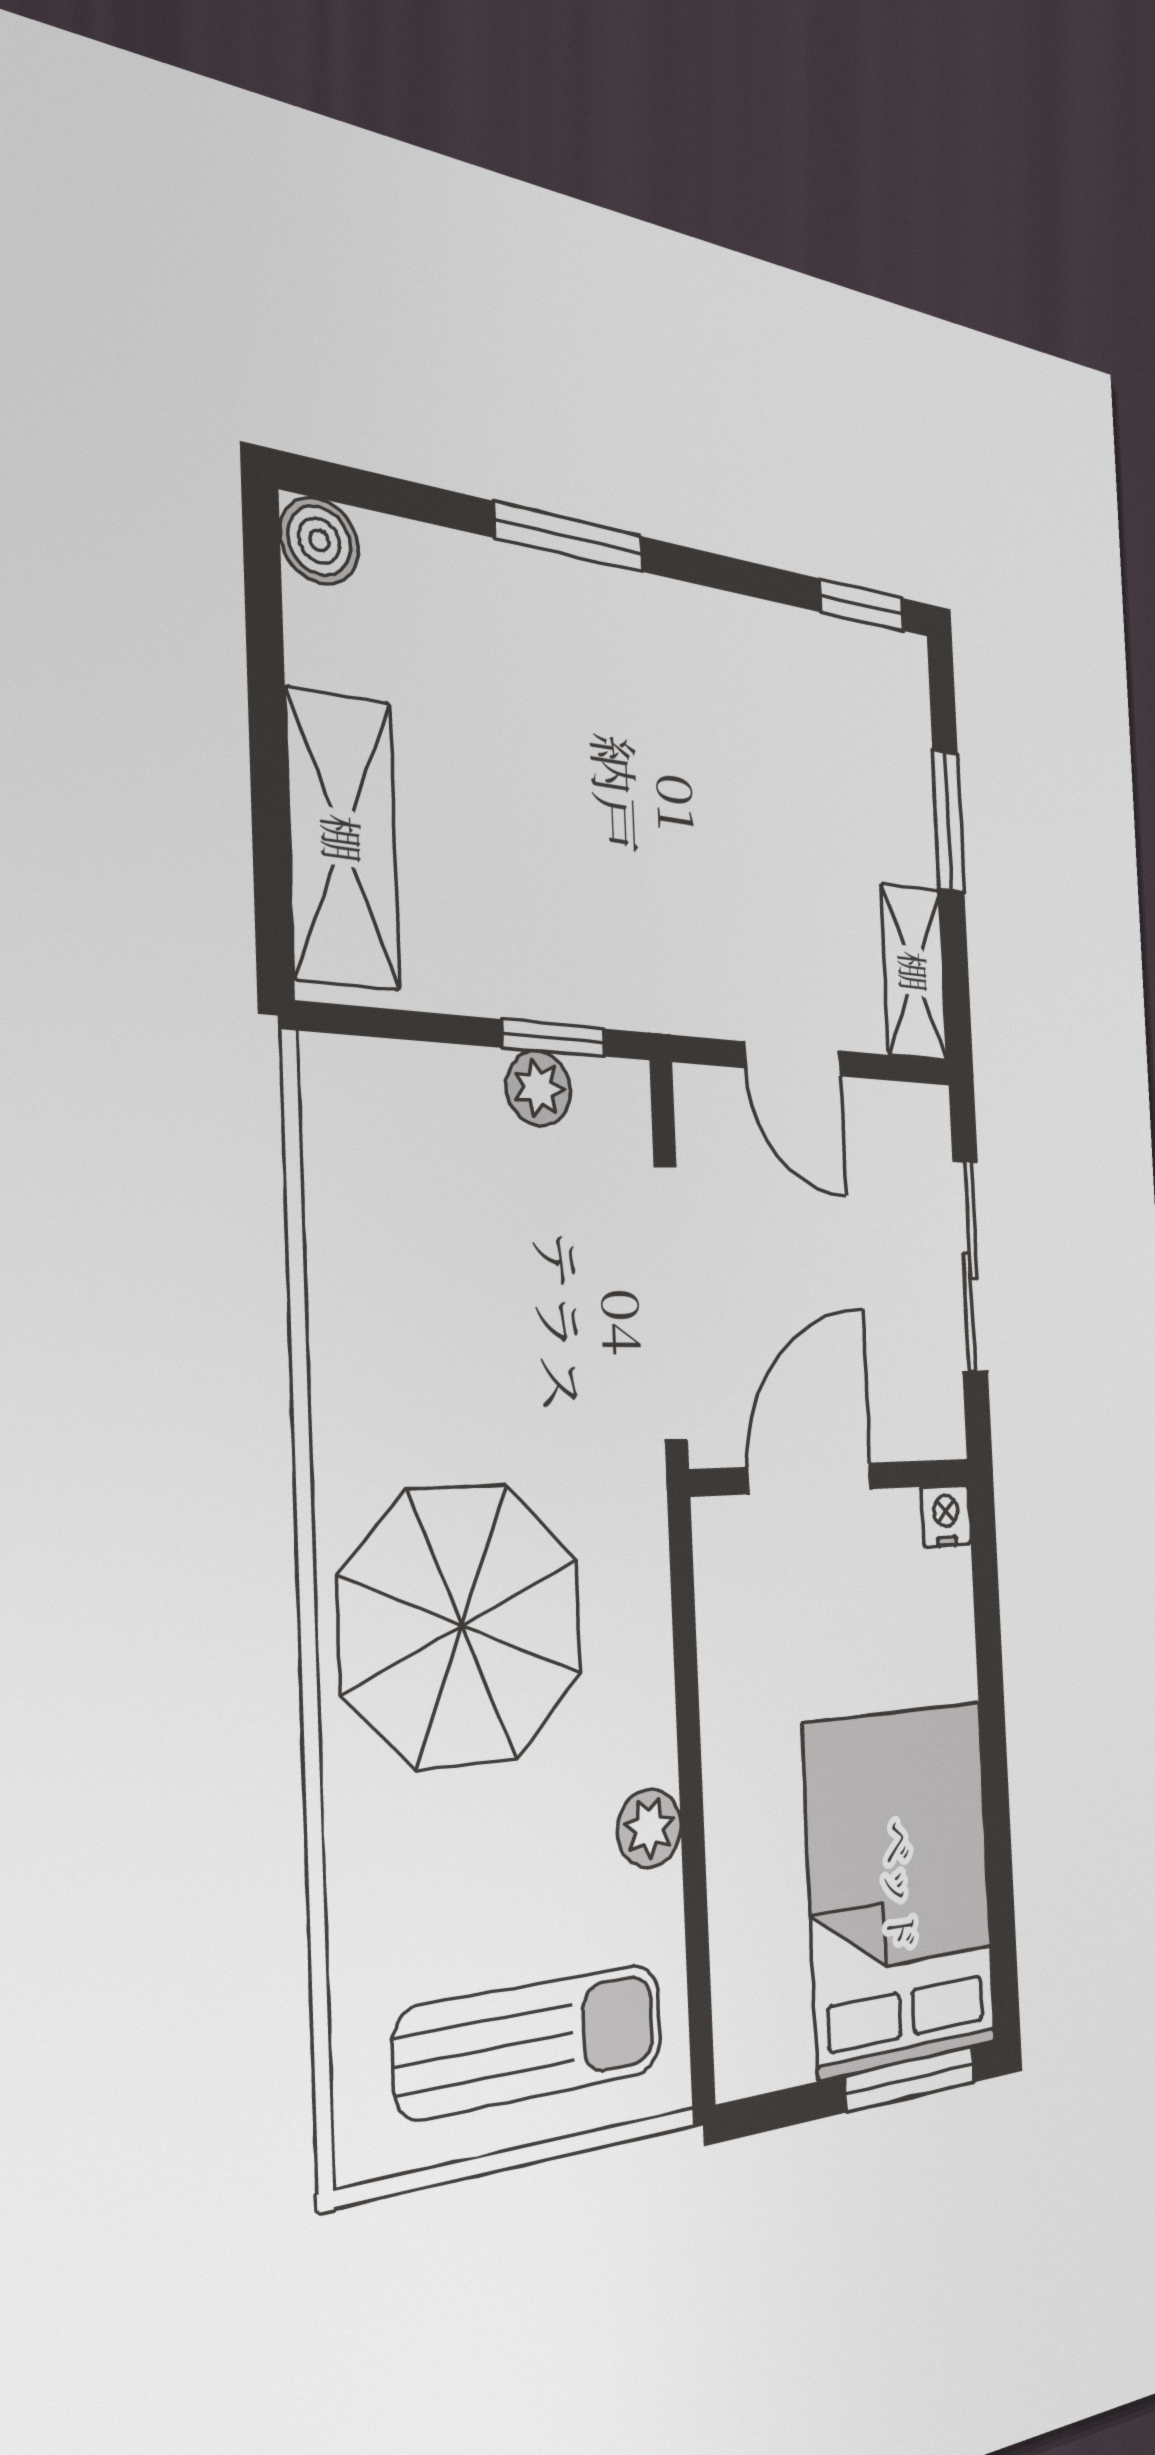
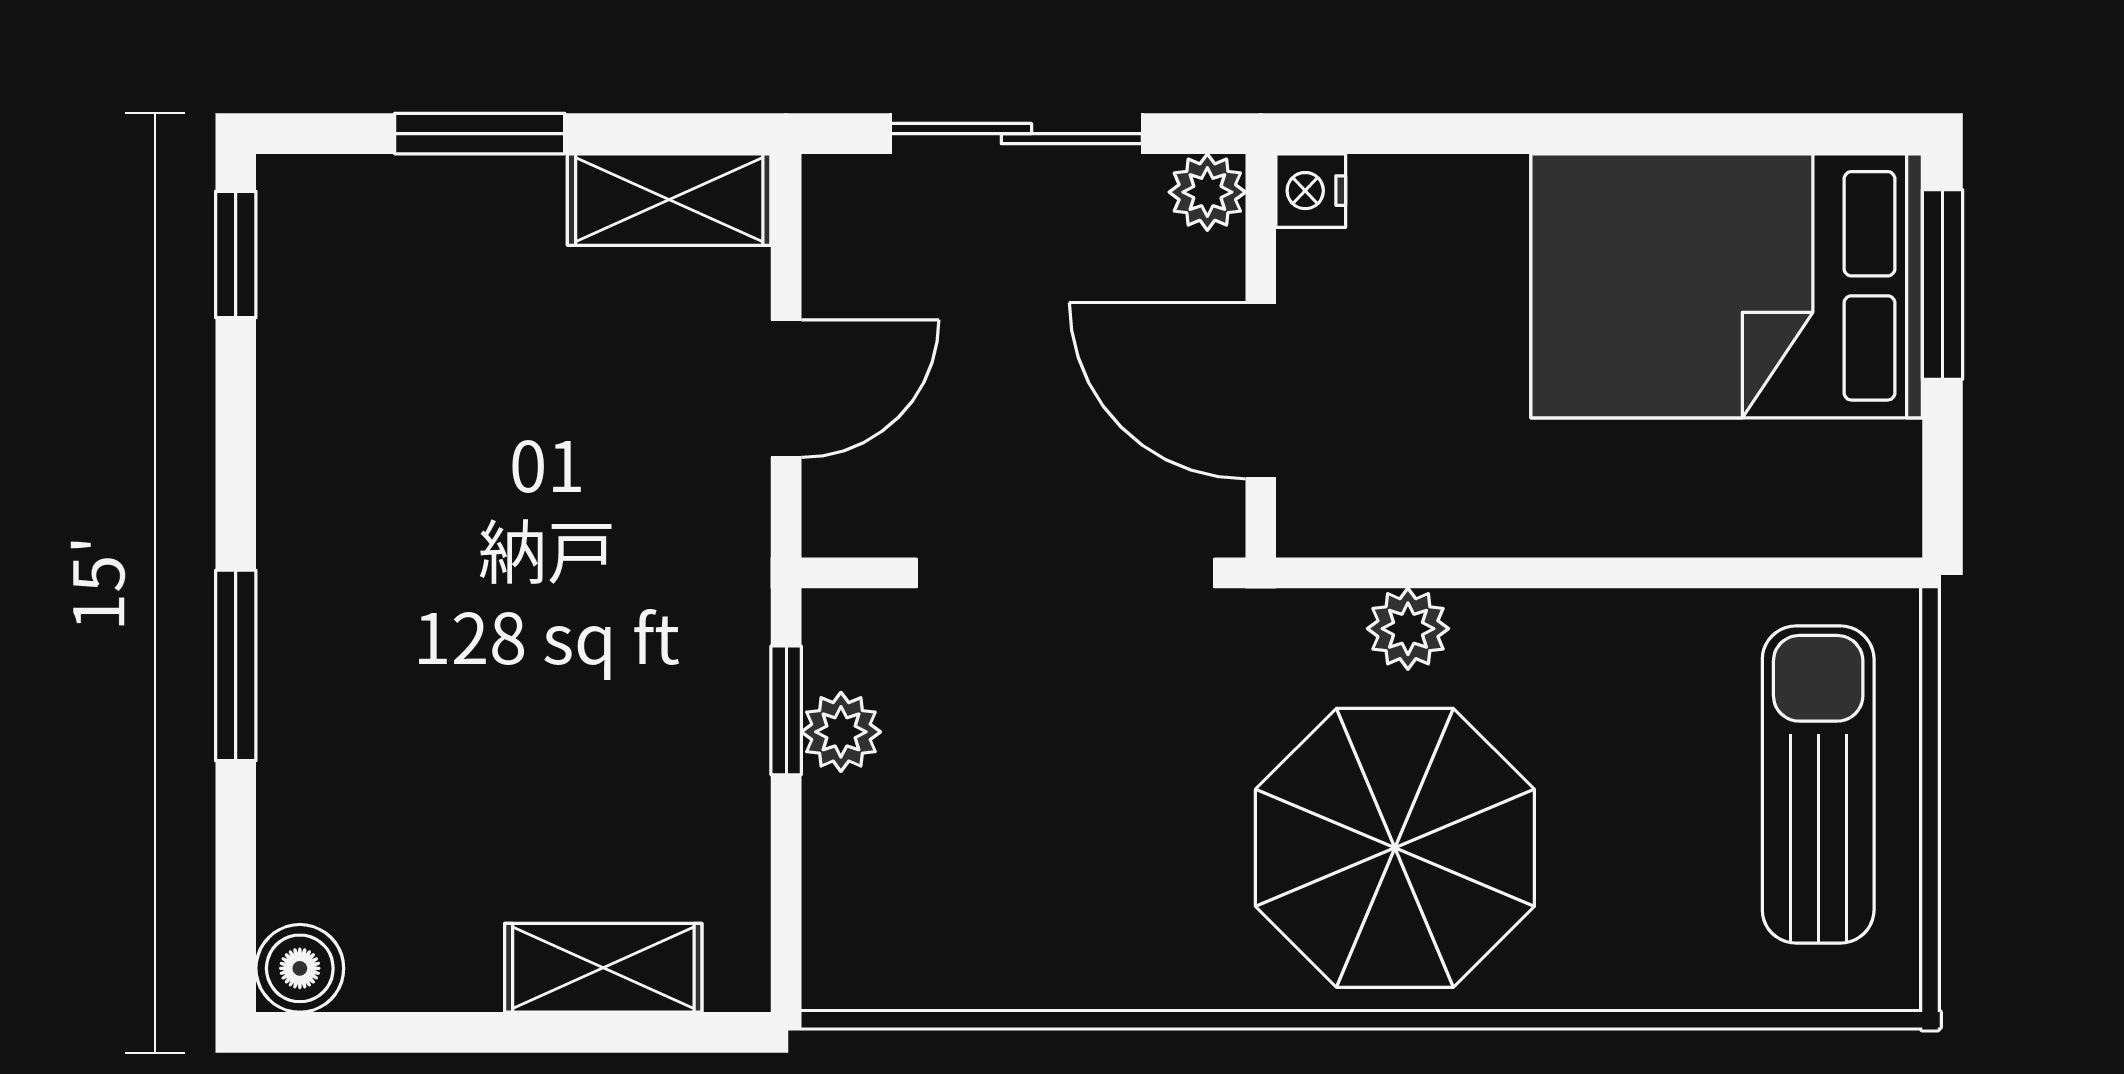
shelving: (343, 839) -> (603, 968), width x0.67, depth x0.75
plant: (941, 1427) -> (1207, 192), added
plant: (649, 1828) -> (1408, 629), moved

